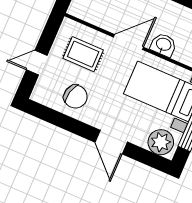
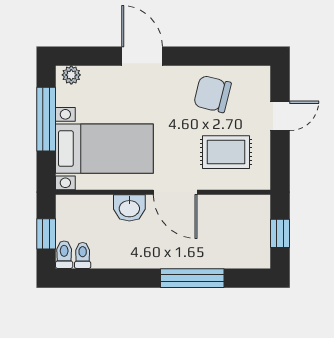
door: (128, 42) -> (175, 192), hinge flipped
plant: (161, 142) -> (71, 75), width x0.53, depth x0.53

